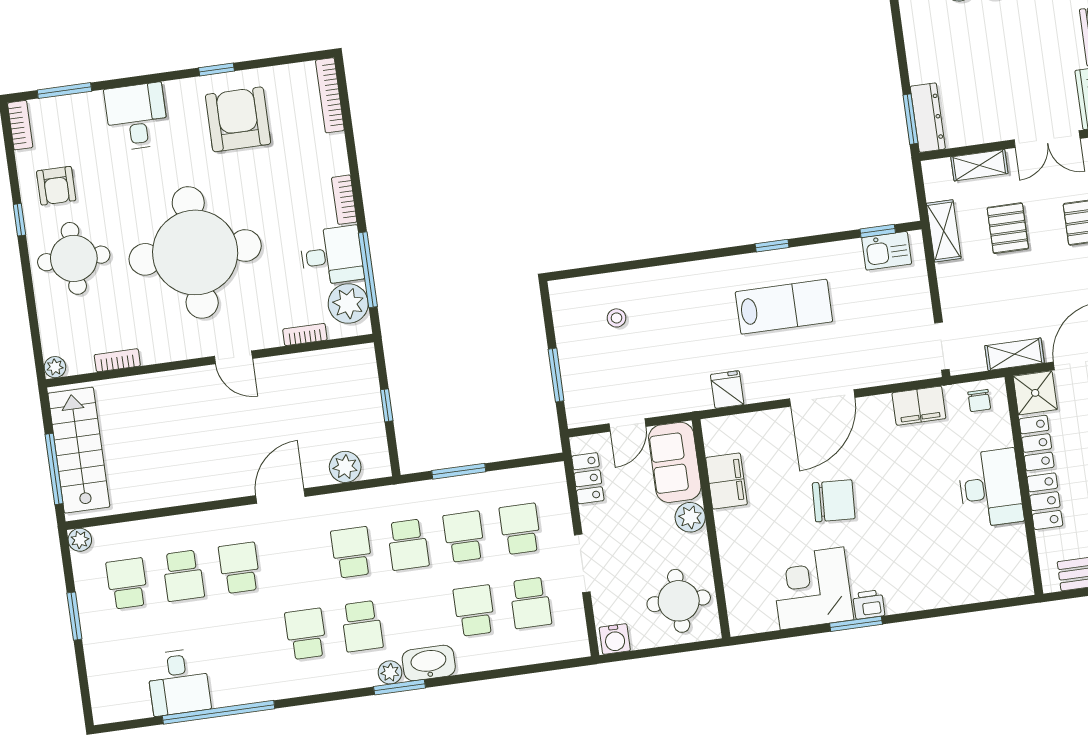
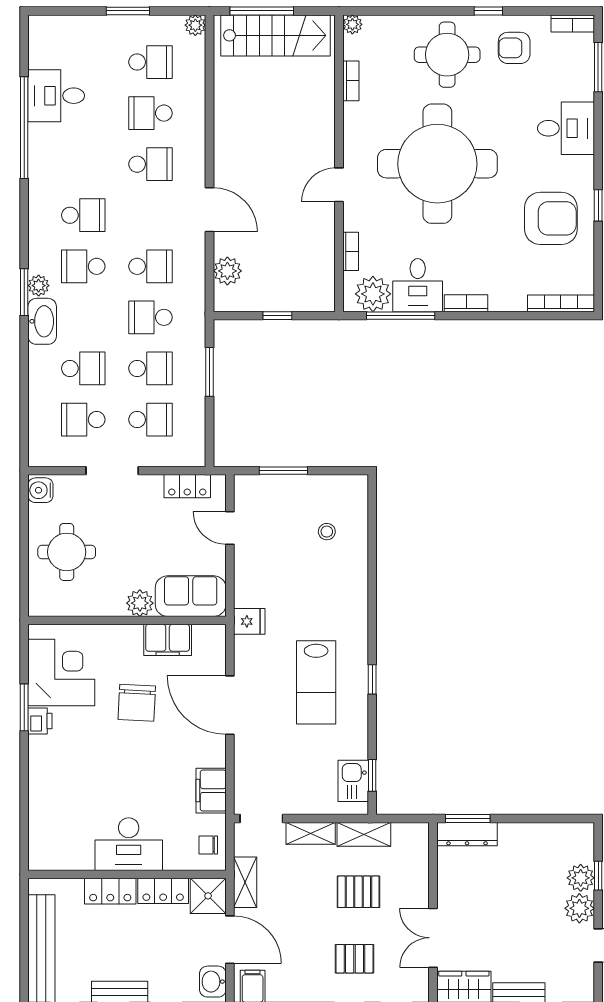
shelving: (979, 165) -> (311, 833), moved, turned 90
sofa: (675, 462) -> (191, 596), moved
filing cabinet: (726, 481) -> (168, 640), moved
plant: (690, 517) -> (140, 603), moved
wall: (711, 529) -> (127, 620), moved

